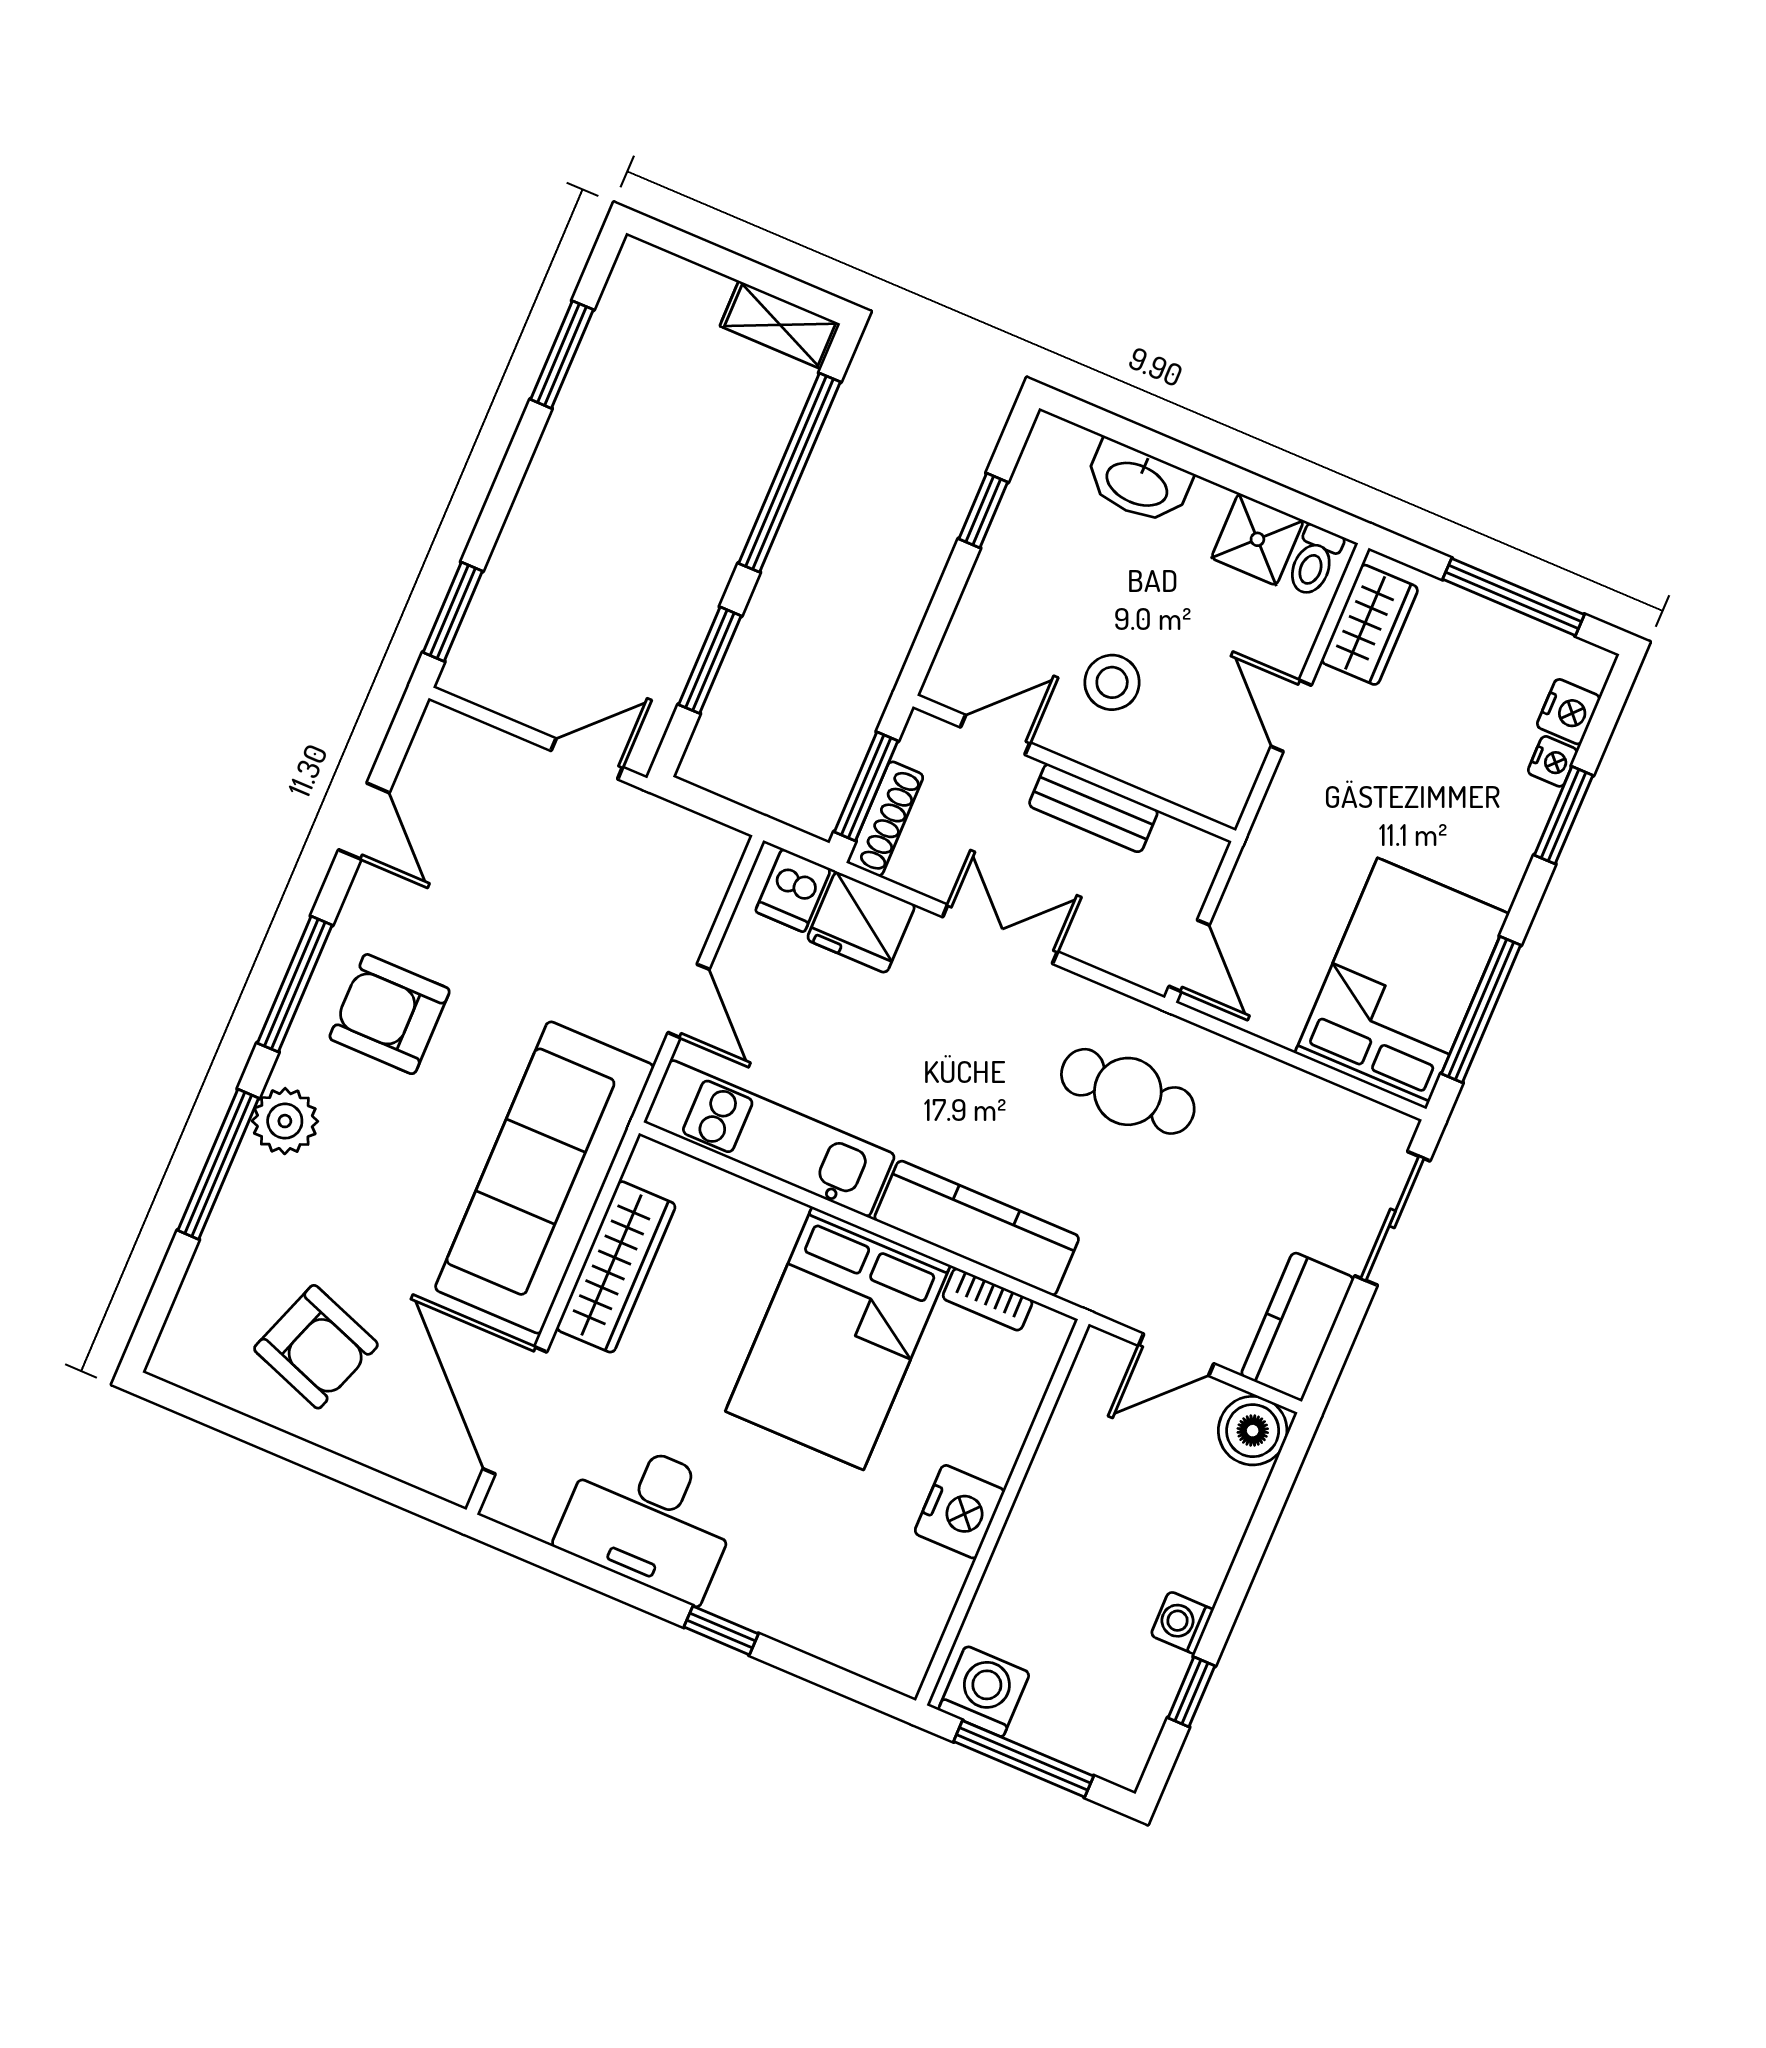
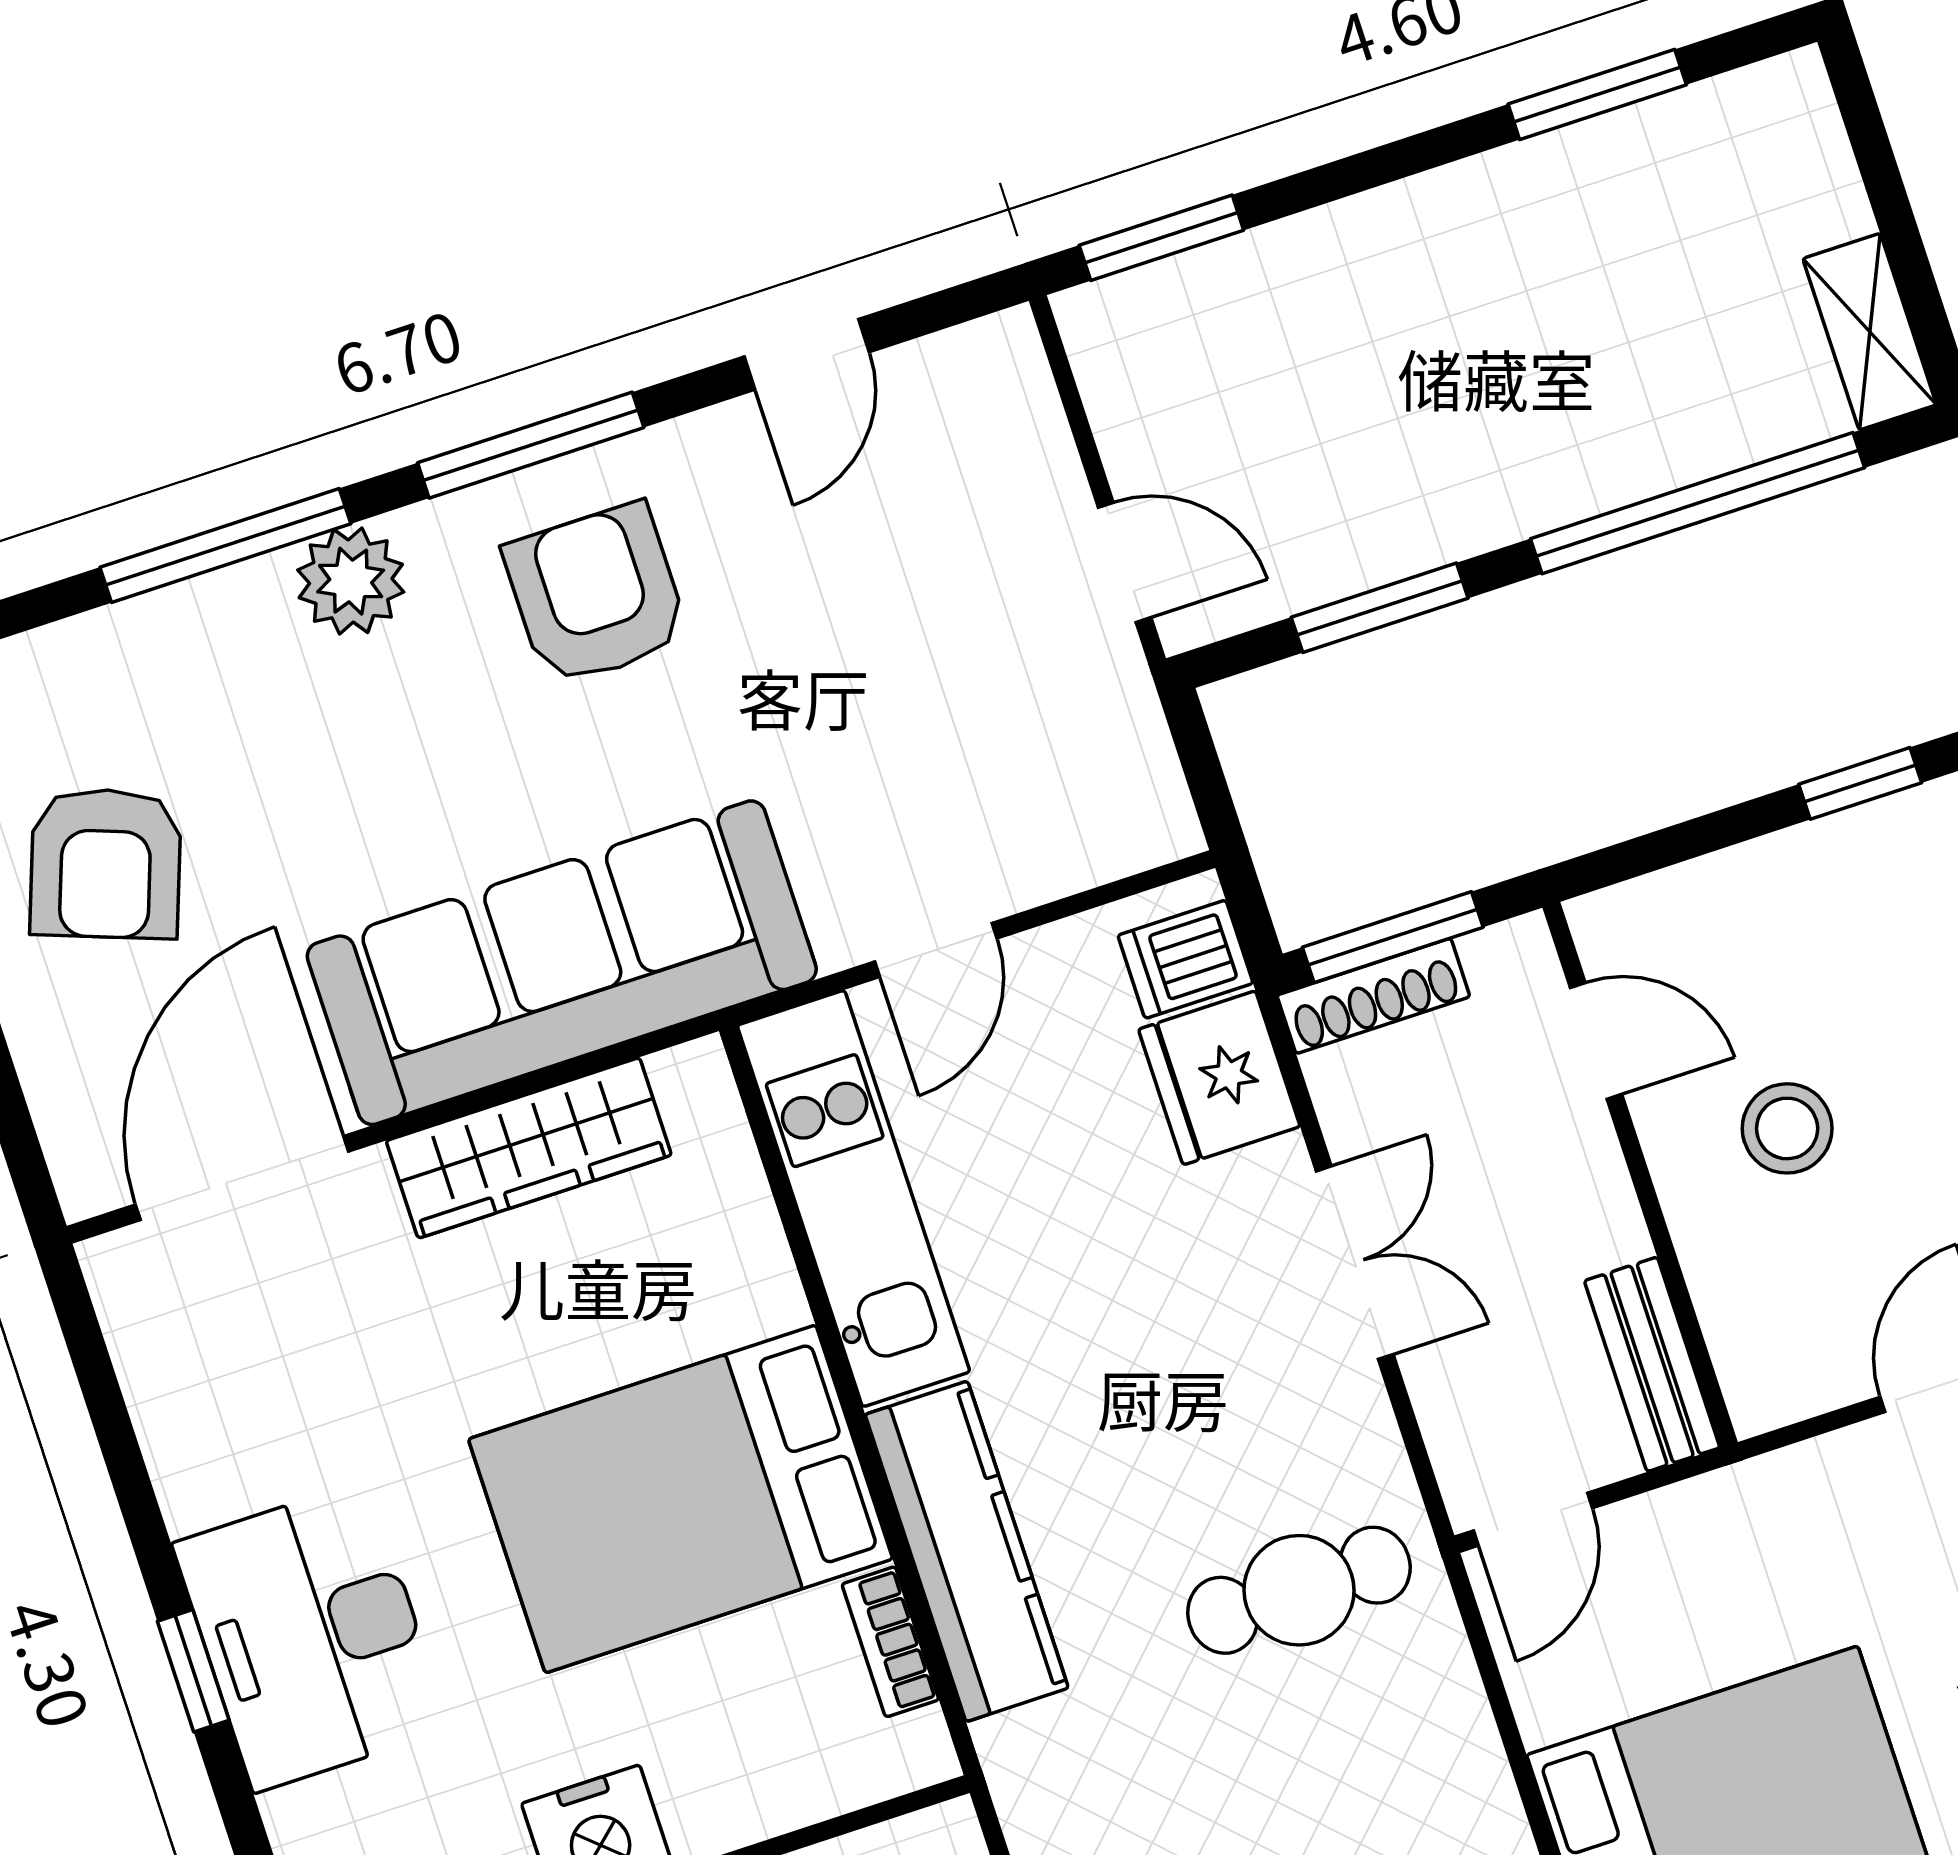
bench: (1093, 808) -> (1652, 1364), moved
cafe table: (1128, 1091) -> (1299, 1590), turned 90
desk: (650, 1519) -> (311, 1636), moved

